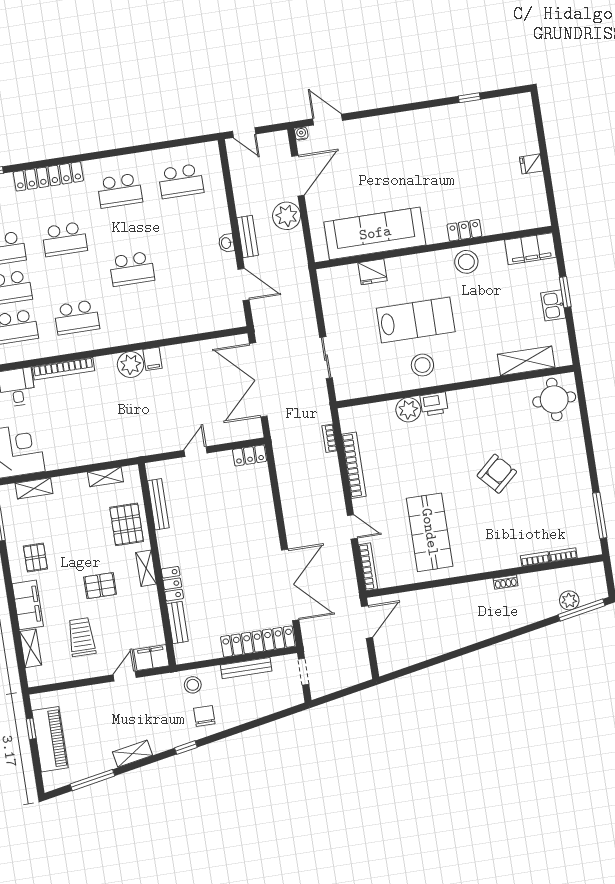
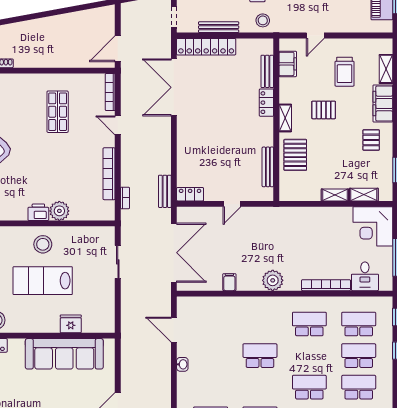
plant: (287, 216) -> (132, 378), removed
bench: (248, 237) -> (165, 191), moved
filing cabinet: (152, 359) -> (229, 282), moved
shelving: (105, 477) -> (335, 195), moved
shop shelf: (430, 532) -> (58, 112), width x0.70, depth x0.74
filing cabinet: (151, 658) -> (288, 64), moved, turned -90

